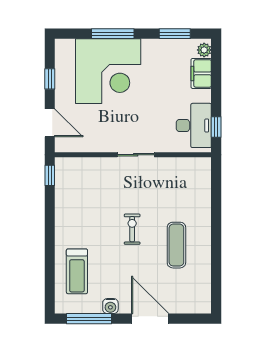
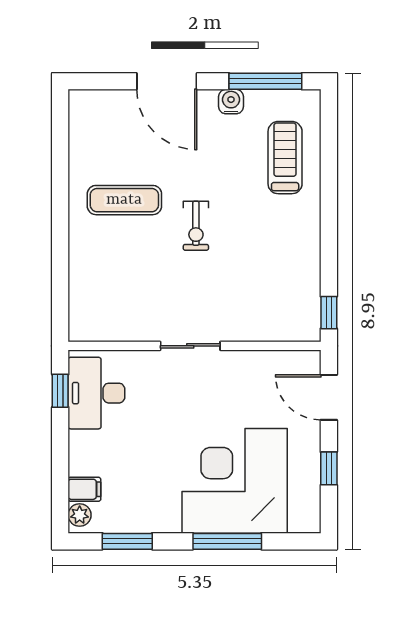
filing cabinet: (201, 73) -> (84, 489), width x0.50
exercise mat: (176, 245) -> (124, 200), turned 90

